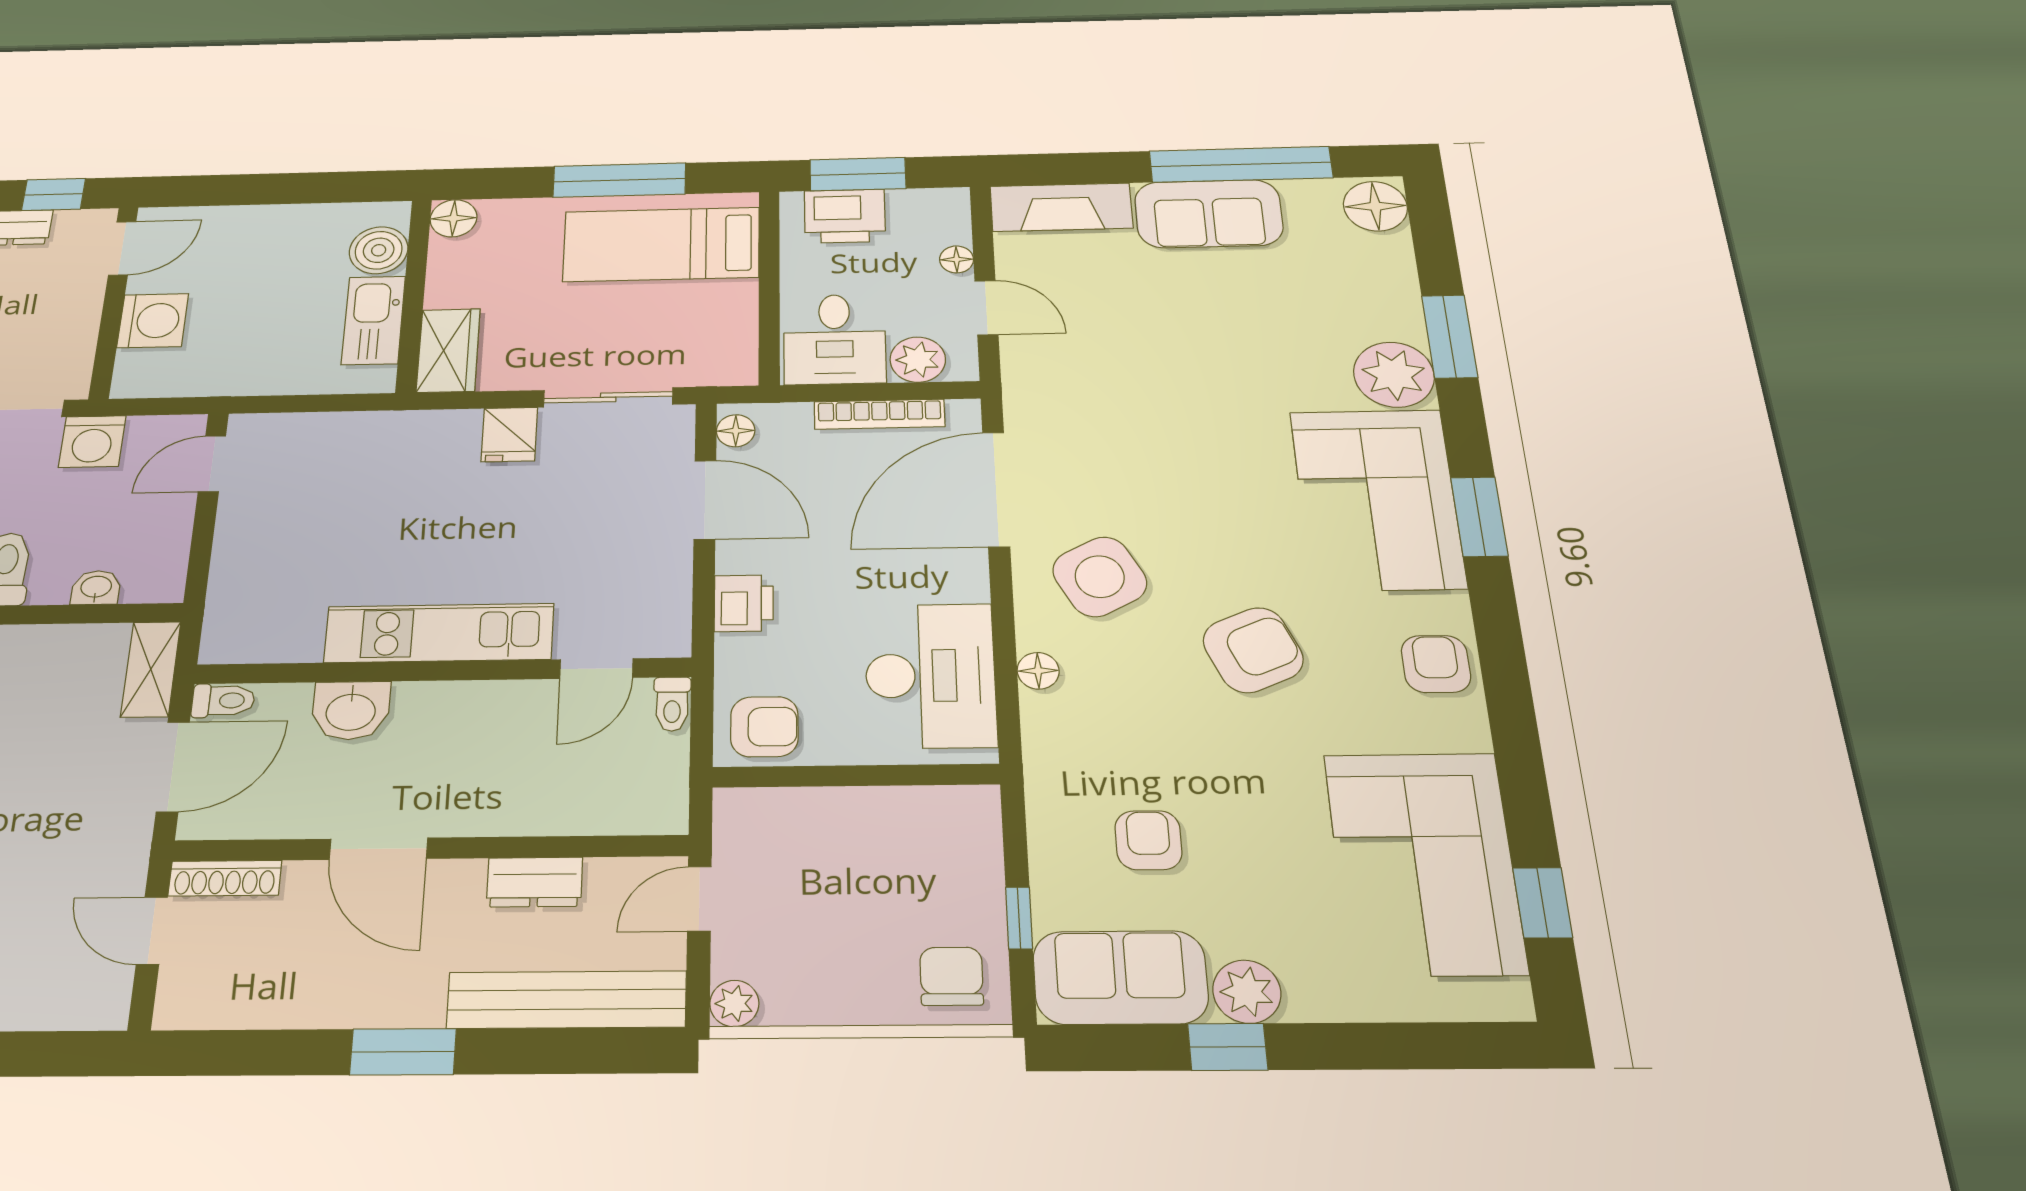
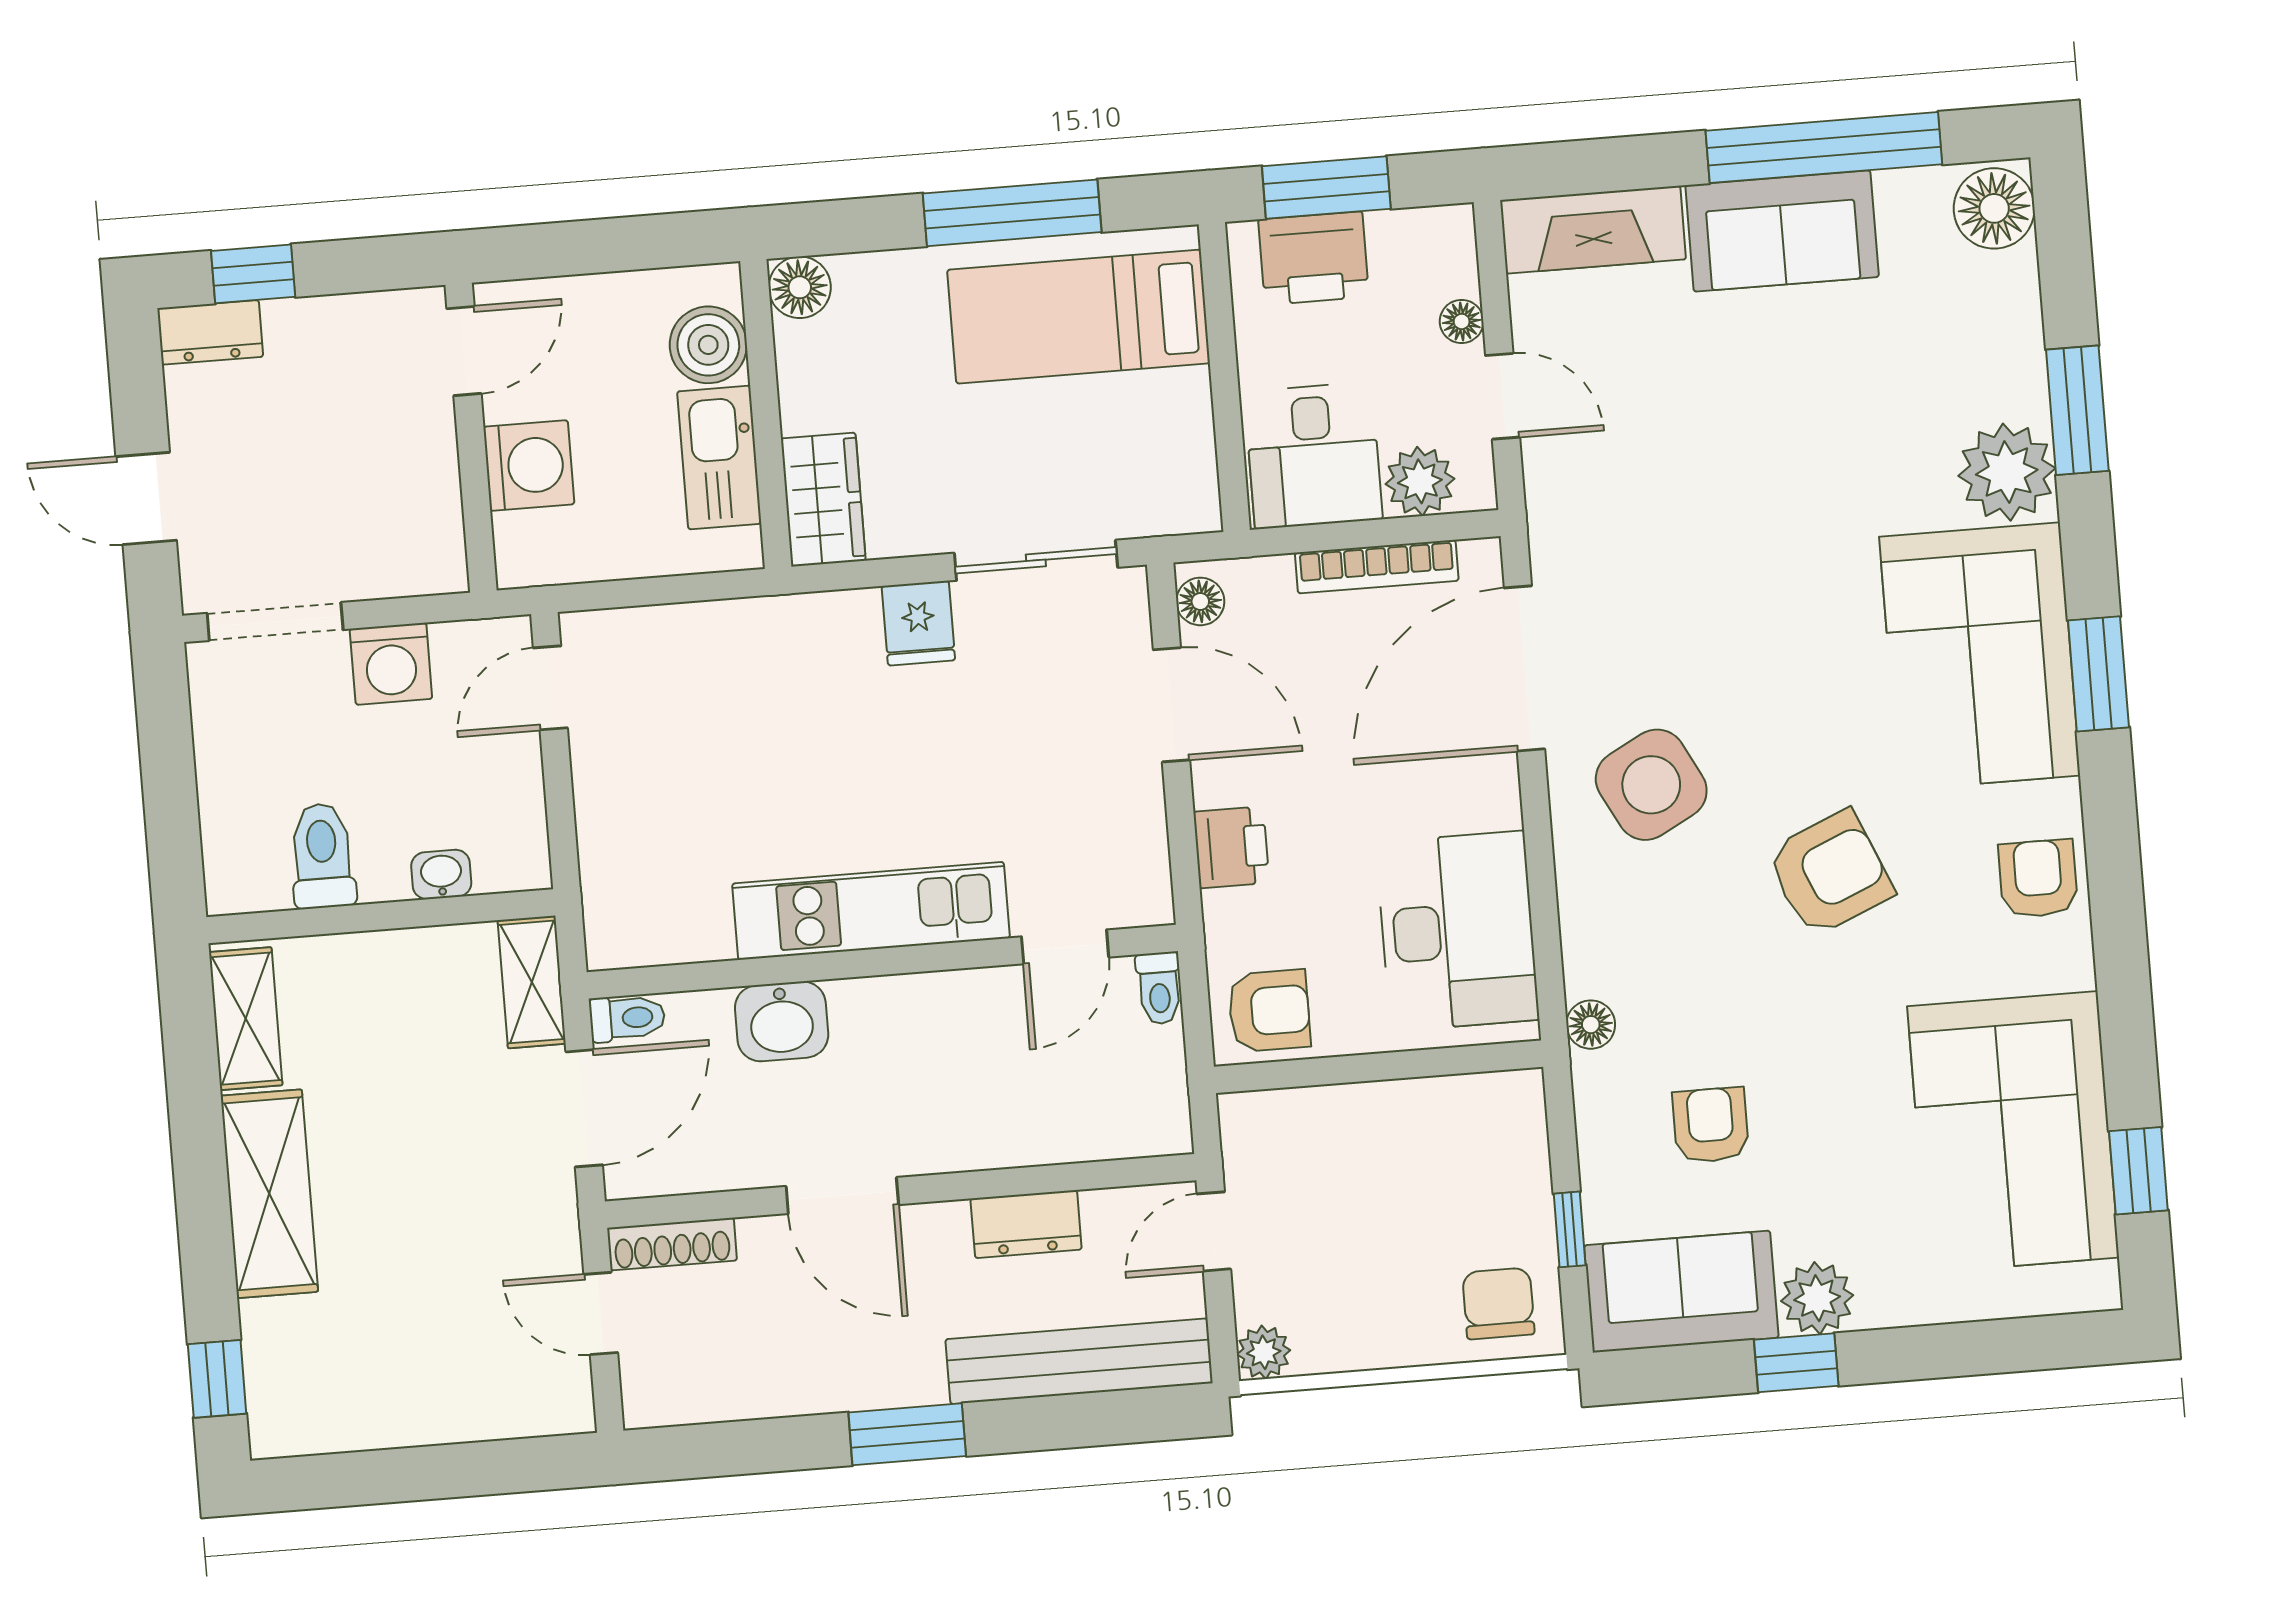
door: (122, 248) -> (464, 351), moved
wall: (114, 301) -> (471, 438), moved
washing machine: (153, 321) -> (529, 466), moved
floor lamp: (1038, 671) -> (1591, 1025), moved

